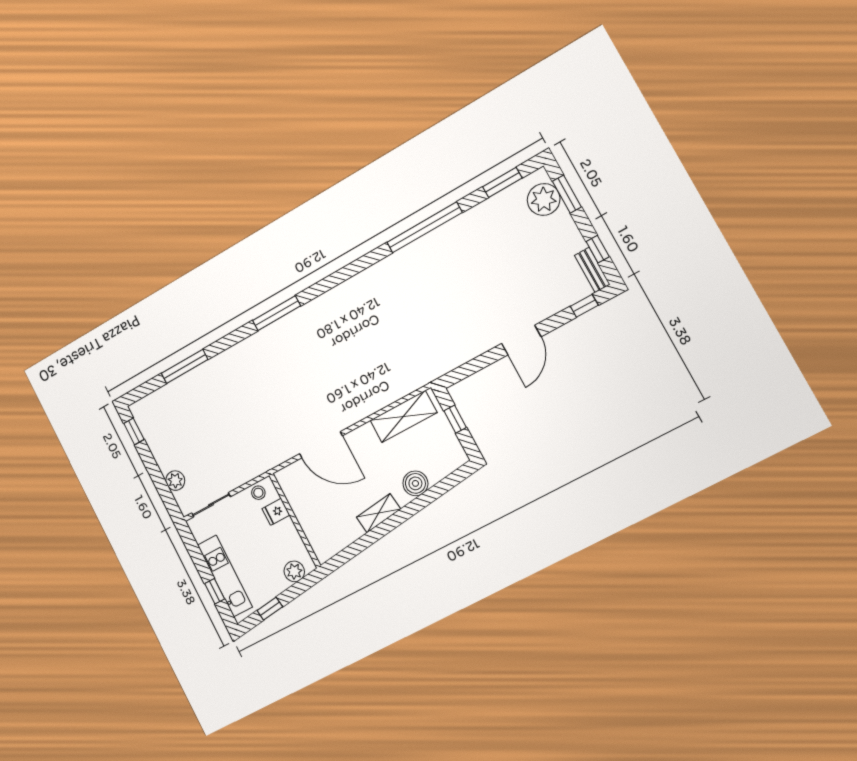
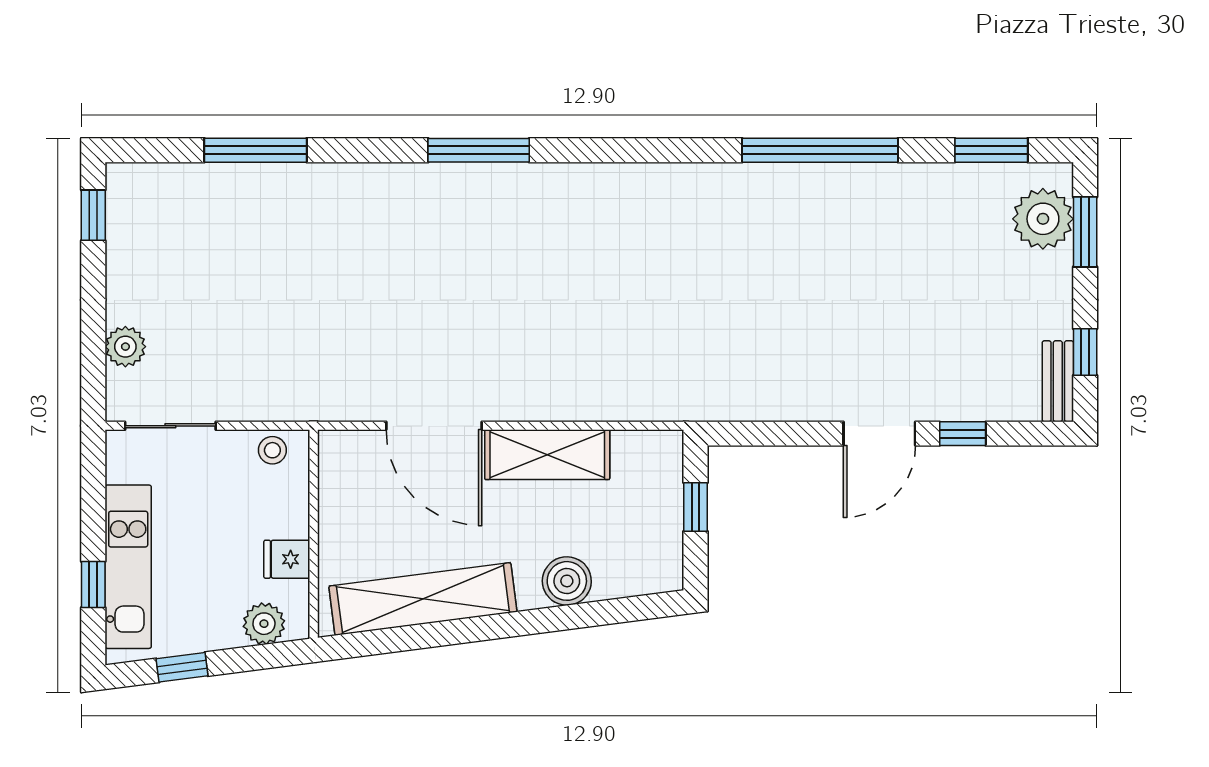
window: (584, 306) -> (963, 434), moved
shelving: (404, 416) -> (547, 455), moved
fridge: (276, 512) -> (287, 559), moved
shelving: (378, 513) -> (423, 599), width x2.20, depth x1.33

